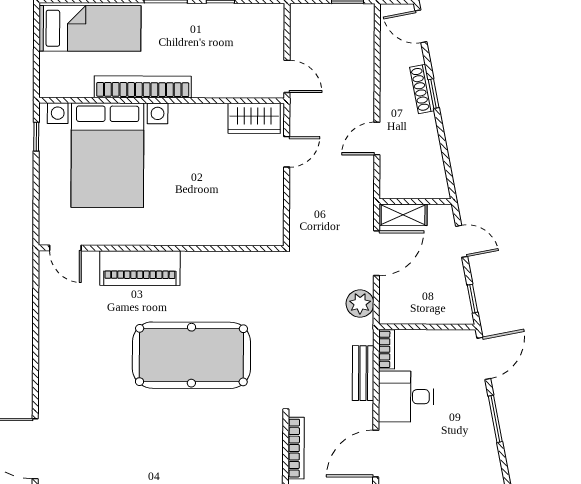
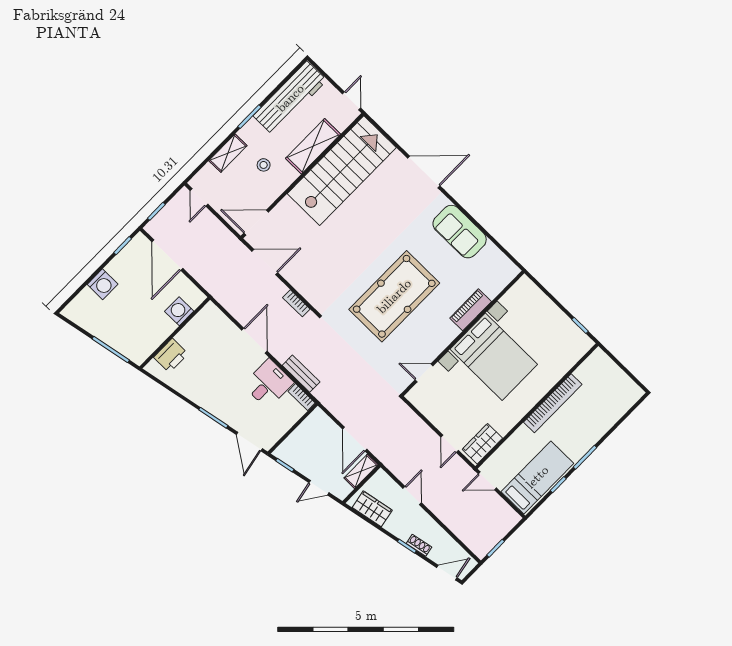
bed: (90, 28) -> (537, 477), moved, turned 180
shoe rack: (422, 89) -> (419, 545), width x0.70
bed with nightstands: (107, 155) -> (494, 357), moved, turned 180
wardrobe: (430, 166) -> (372, 509), added
door: (65, 248) -> (424, 373), moved
piano: (140, 268) -> (471, 310), width x0.73, depth x0.75
plant: (360, 304) -> (338, 406), removed
sofa: (60, 353) -> (460, 232), added
bookcase: (296, 448) -> (296, 303), width x0.64

